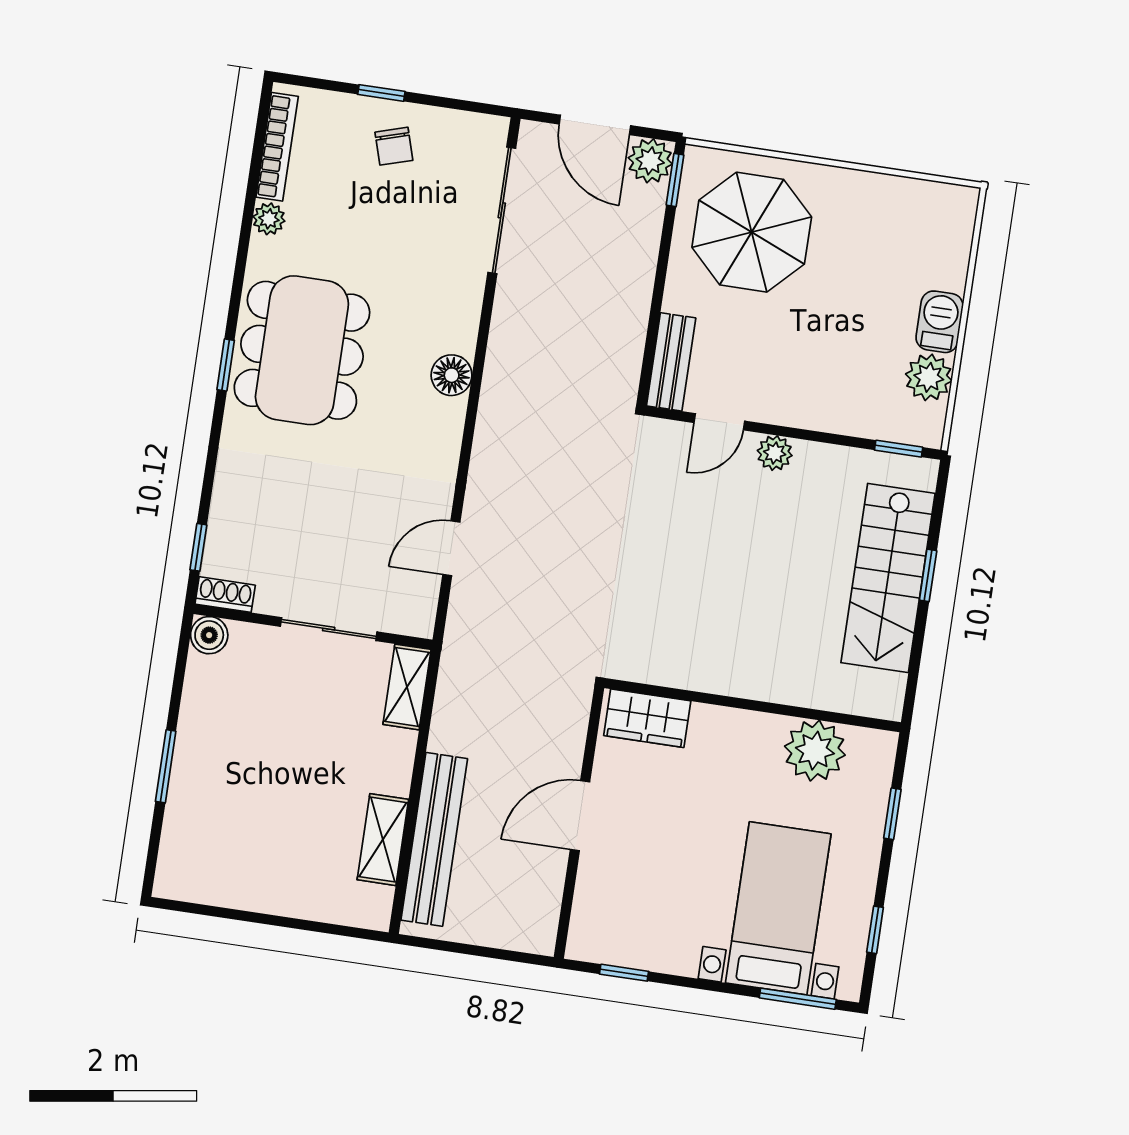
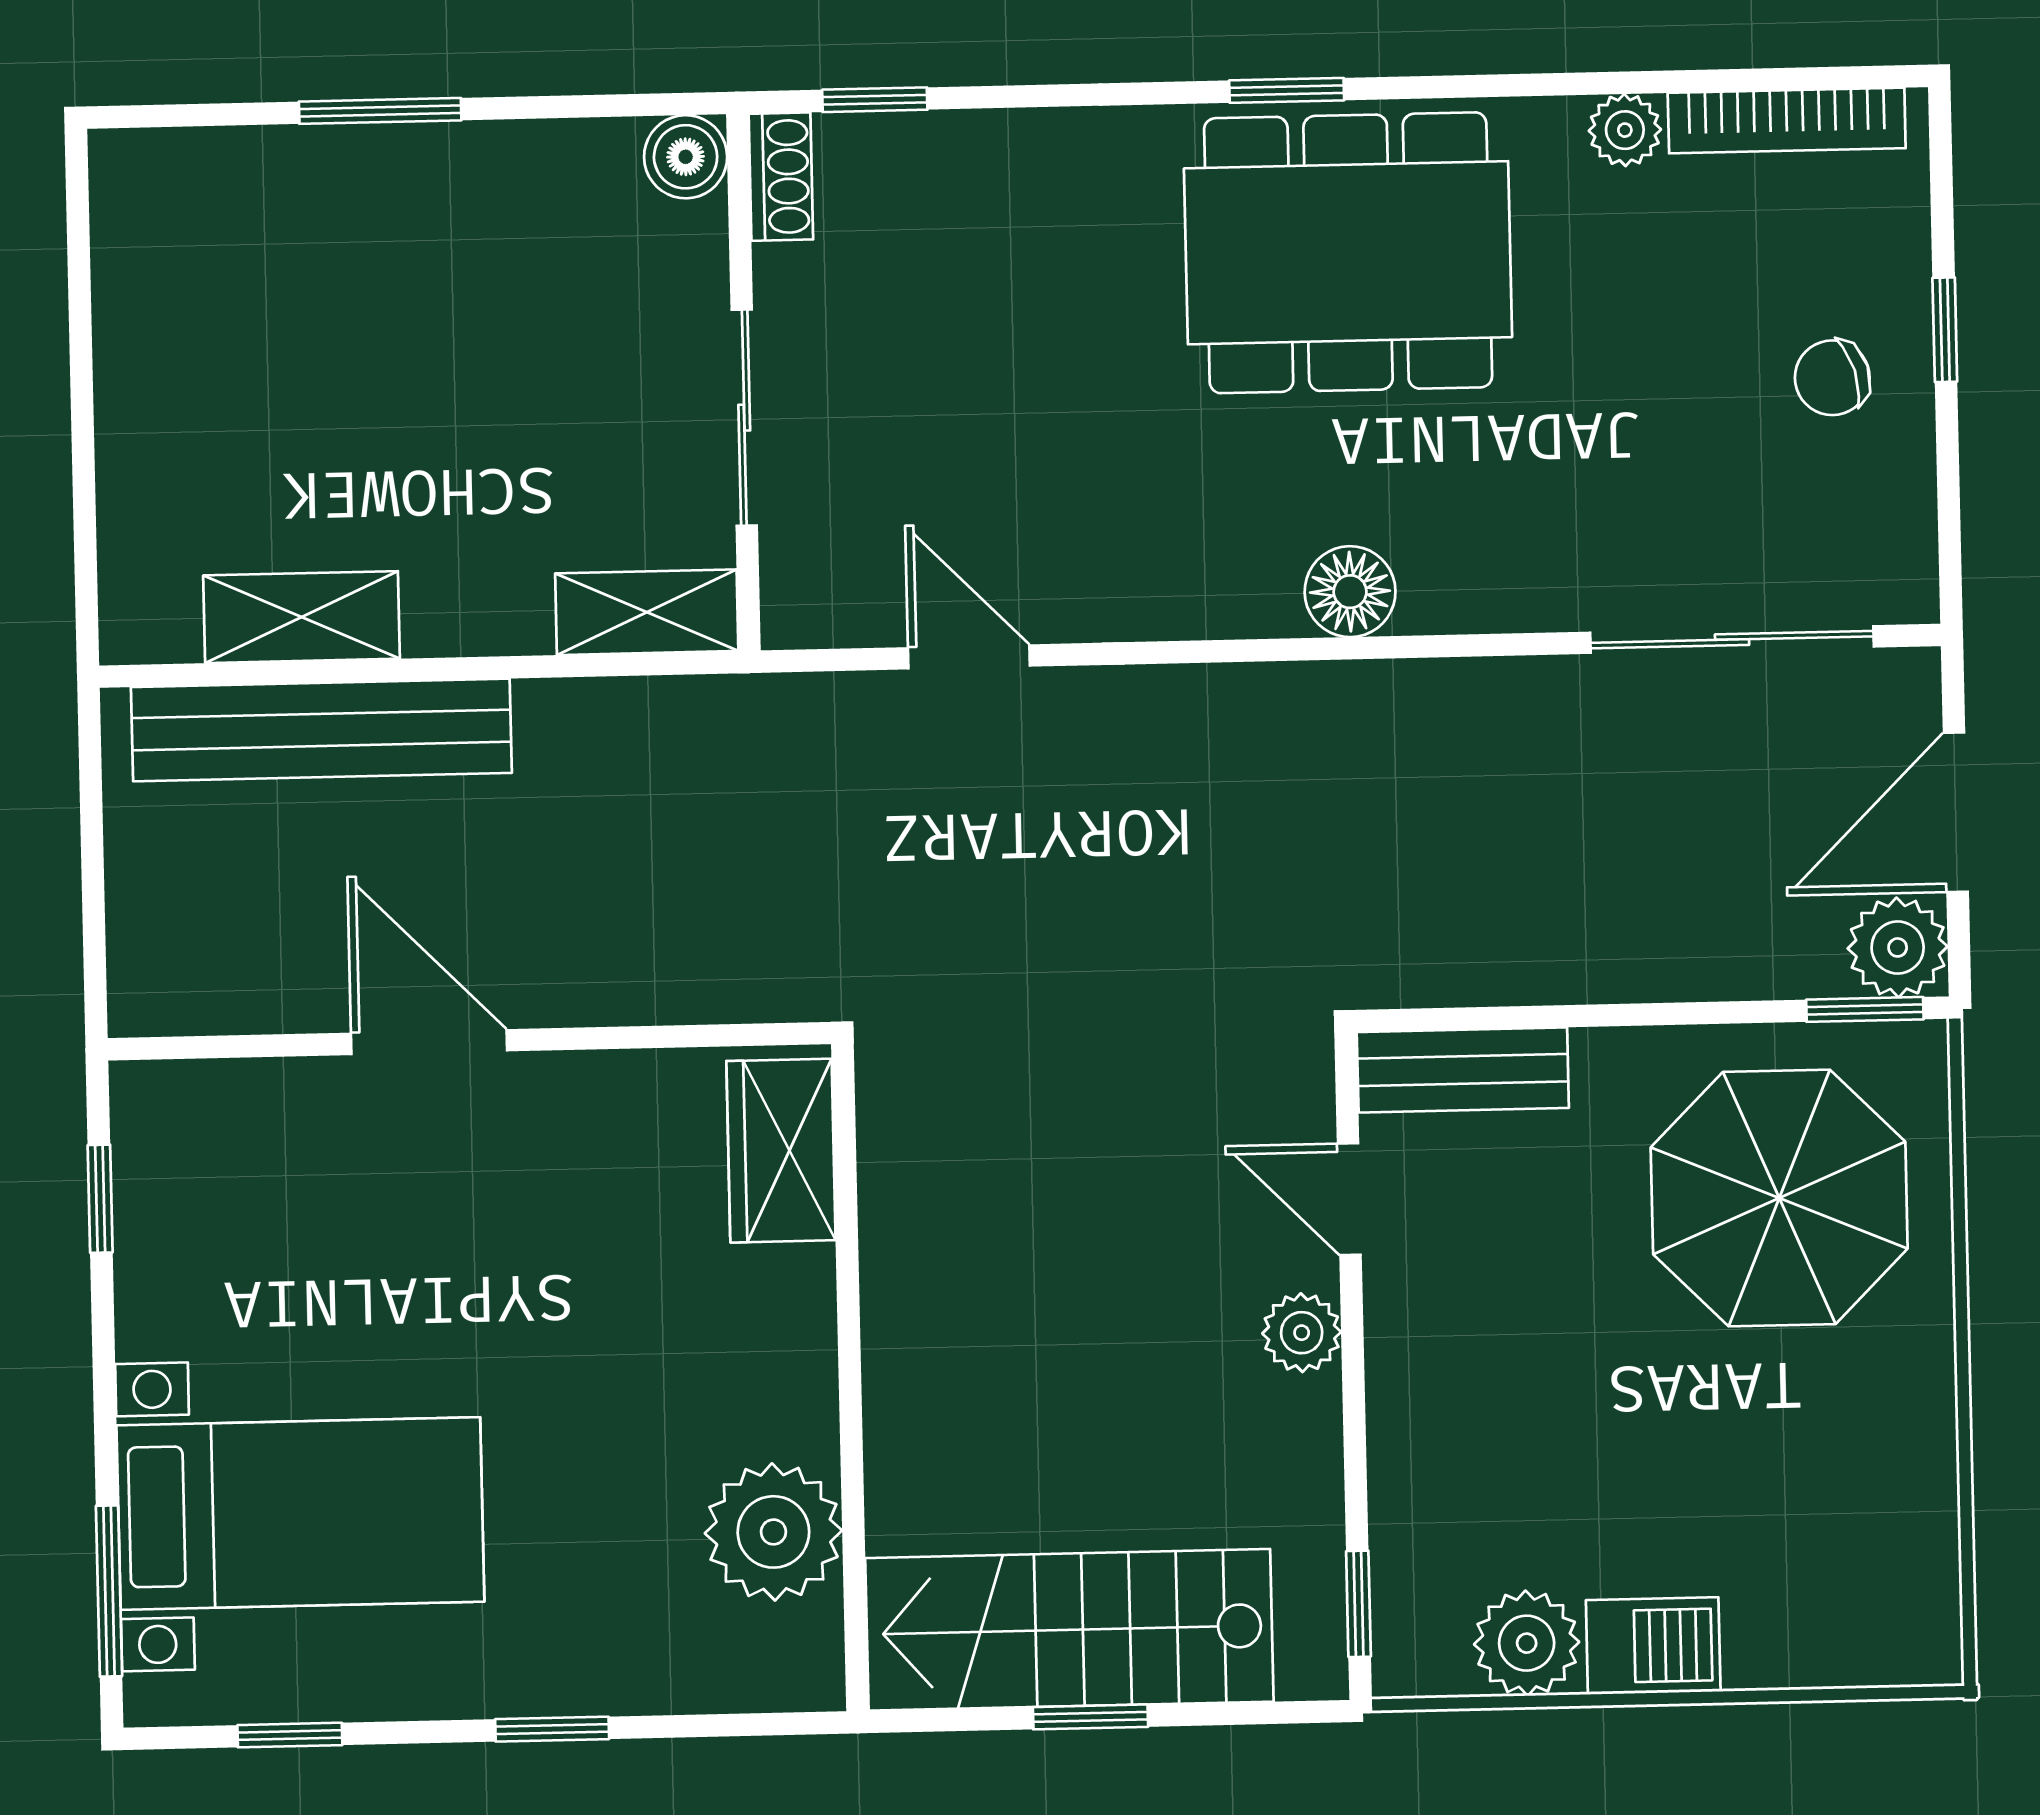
wall: (753, 705) -> (850, 1377), moved
wardrobe: (647, 718) -> (781, 1151), moved
plant: (815, 751) -> (773, 1532), moved

